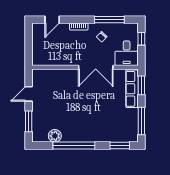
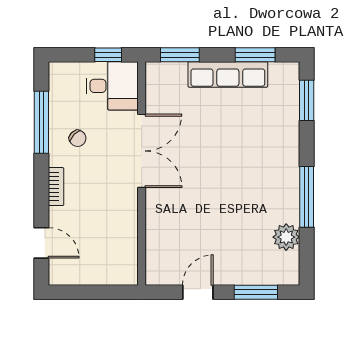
window: (141, 39) -> (108, 55), moved
row of seats: (132, 89) -> (228, 74), moved
door: (29, 94) -> (198, 292), swing flipped
window: (141, 121) -> (255, 55), width x0.69
window: (74, 146) -> (307, 197), width x0.68

